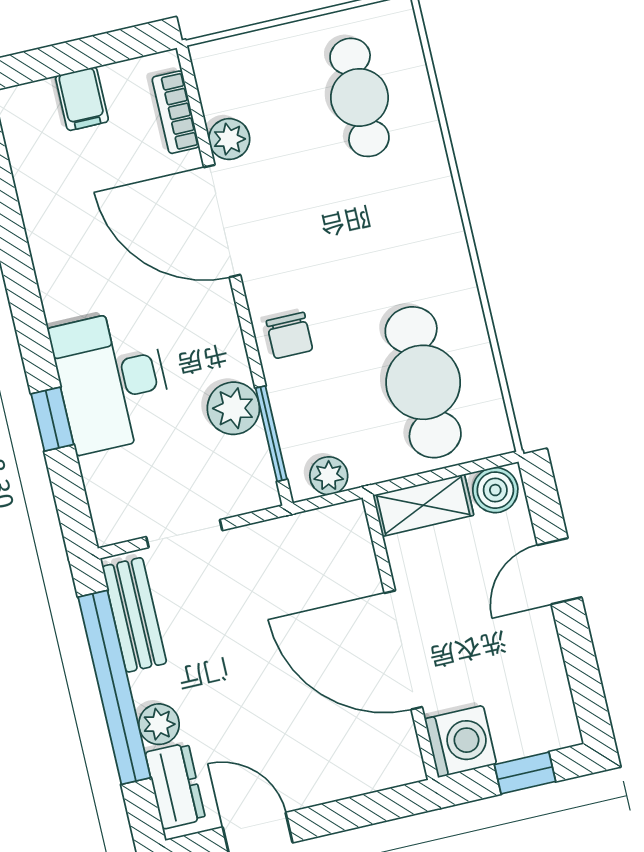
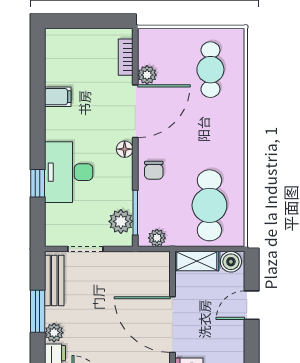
filing cabinet: (82, 99) -> (58, 97), moved, turned -90
door: (222, 221) -> (135, 111), swing flipped
floor lamp: (218, 306) -> (125, 149), added
plant: (233, 408) -> (121, 221), moved
window: (114, 687) -> (38, 311), width x0.47

